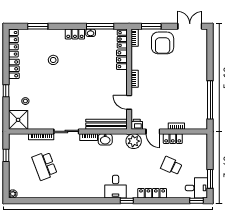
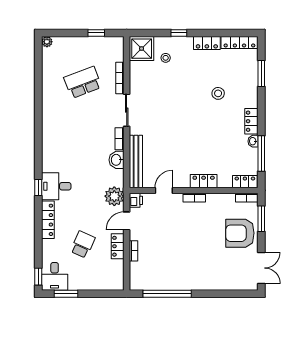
locker: (122, 60) -> (204, 181), moved
desk: (116, 187) -> (56, 186), moved

